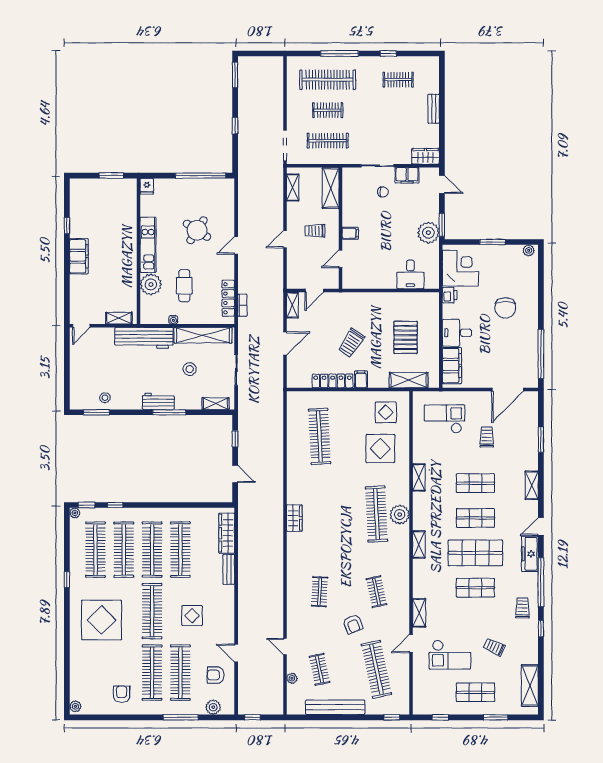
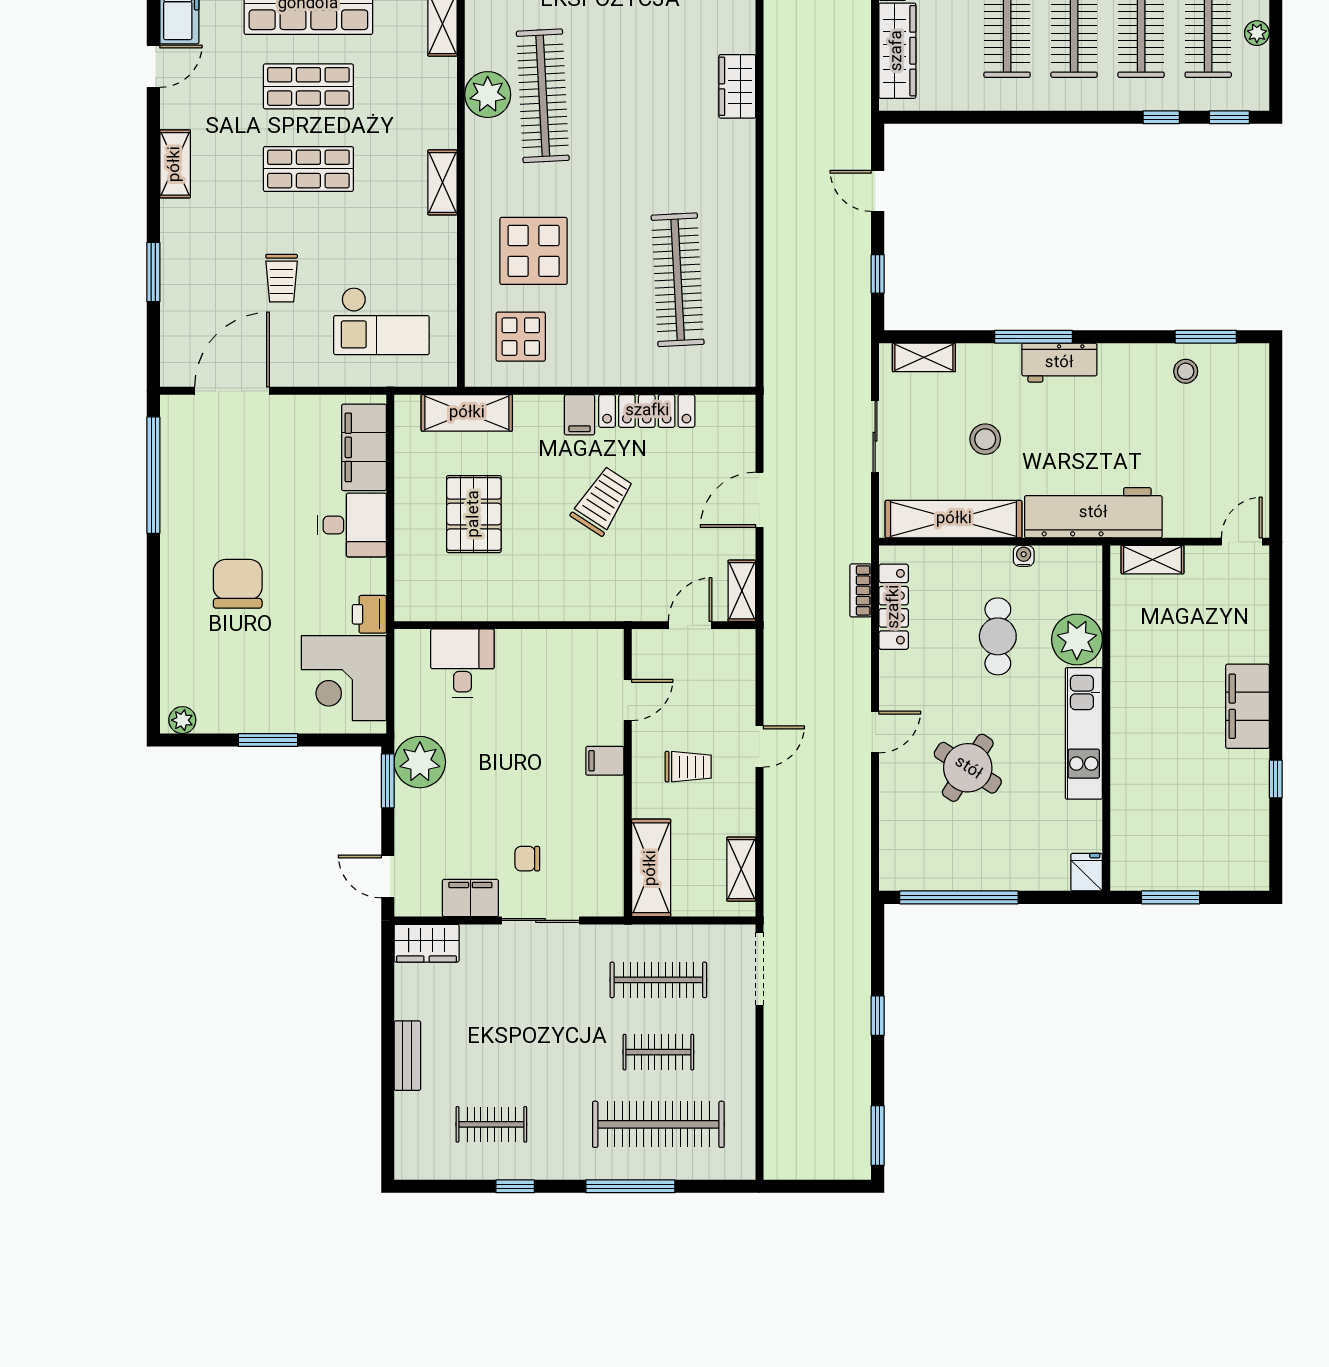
plant: (75, 513) -> (1257, 33), moved

